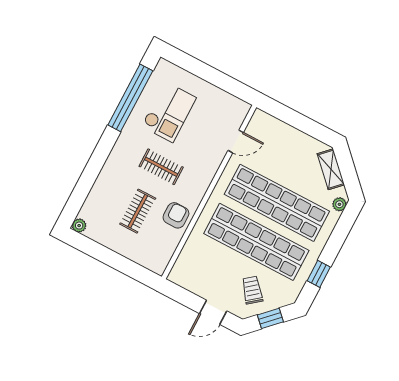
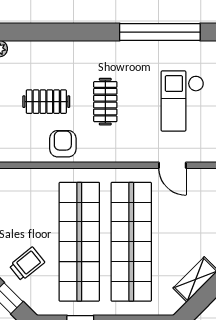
checkout: (169, 112) -> (182, 101), moved, turned 90
plant: (339, 204) -> (164, 307), removed
armchair: (176, 215) -> (63, 144), turned -90

